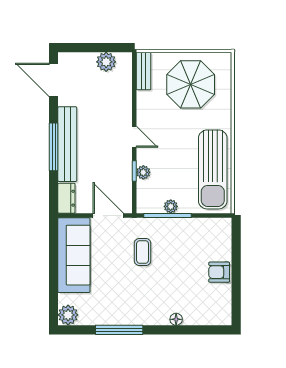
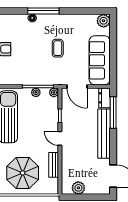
bench: (144, 71) -> (54, 165), moved
window: (54, 147) -> (113, 113), moved
plant: (143, 172) -> (54, 92), moved
coffee table: (143, 252) -> (58, 48), moved
window: (119, 330) -> (43, 11), moved

